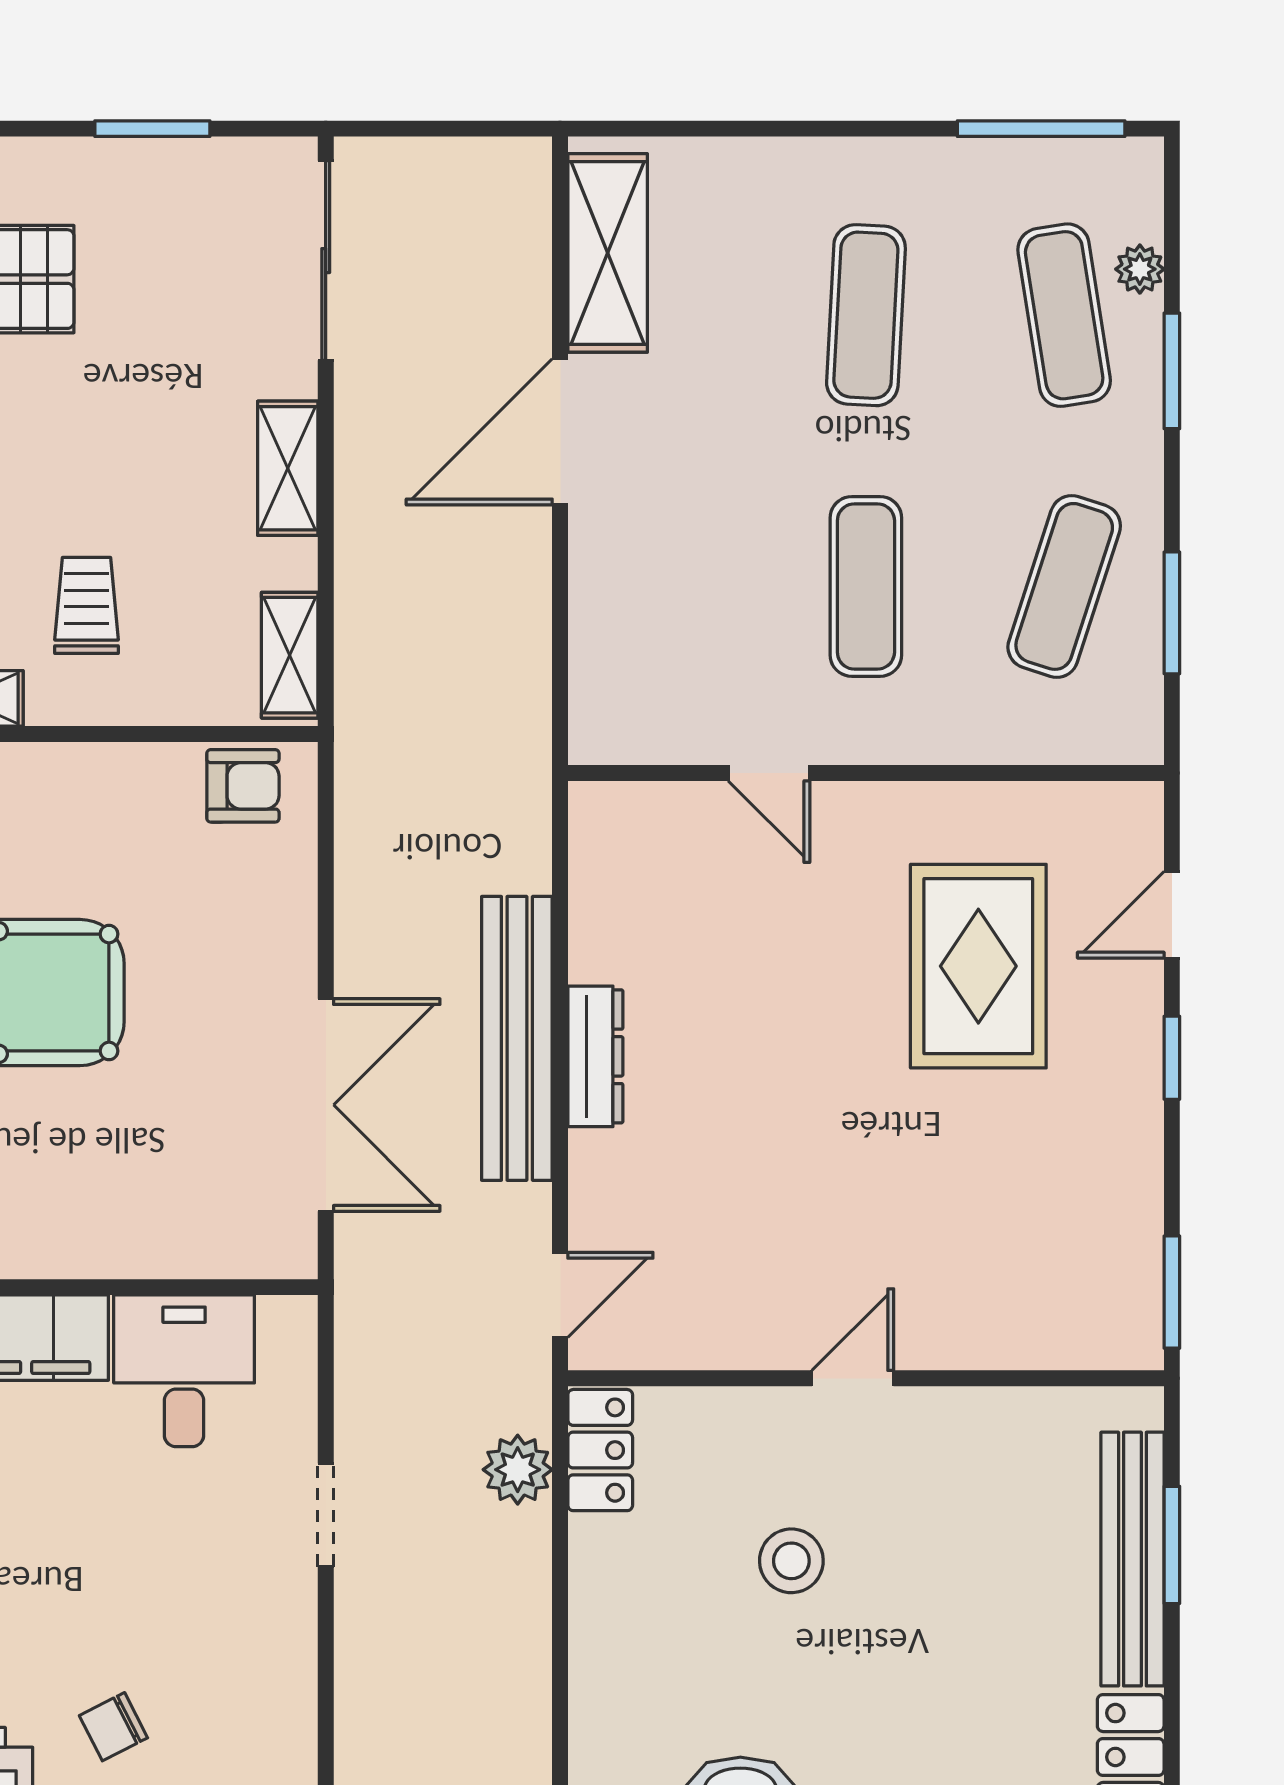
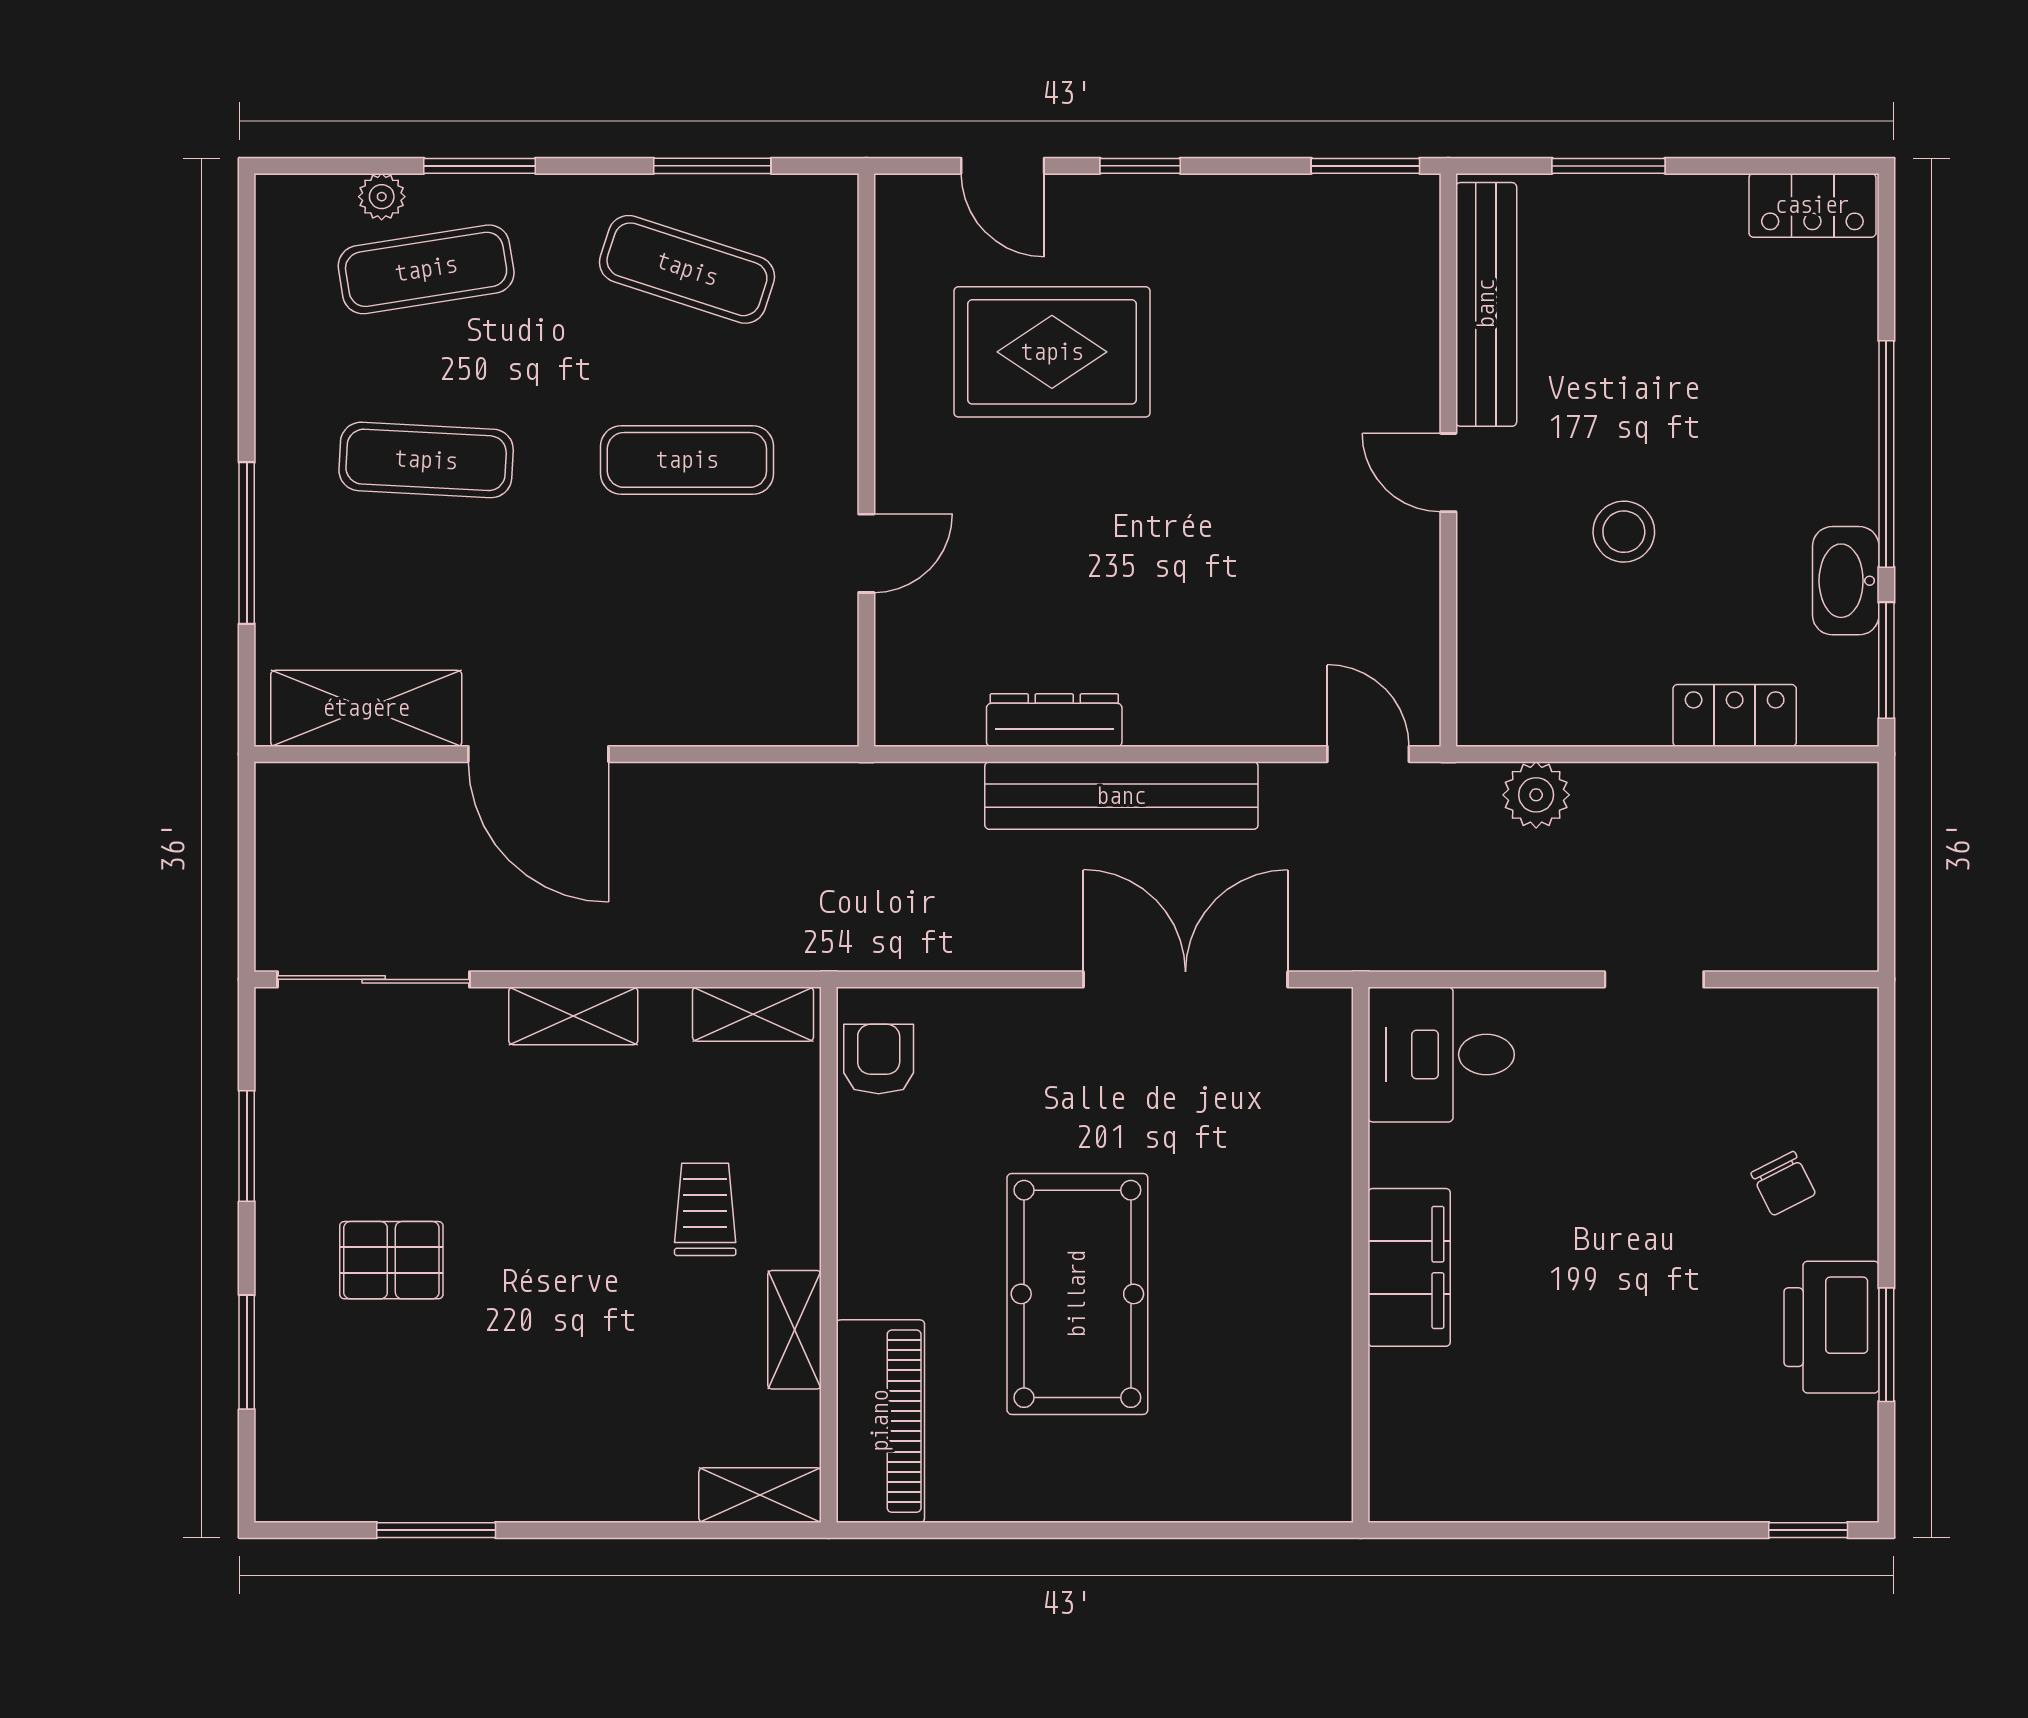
window: (1041, 129) -> (247, 543), moved
trolley: (87, 605) -> (705, 1209), turned 90
dresser: (595, 1056) -> (1054, 720), moved
desk: (184, 1371) -> (1441, 1055), moved
locker: (600, 1450) -> (1735, 715), moved
doorway: (326, 1515) -> (1654, 979), moved
bench: (1132, 1559) -> (1486, 304), moved, turned 90

